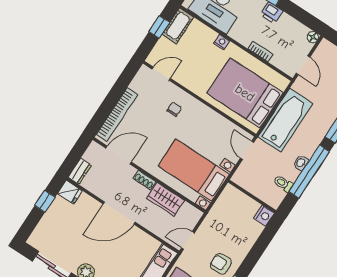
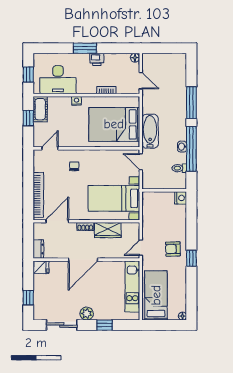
bathtub: (285, 120) -> (150, 131), width x0.73, depth x0.73
window: (45, 201) -> (28, 298), moved

